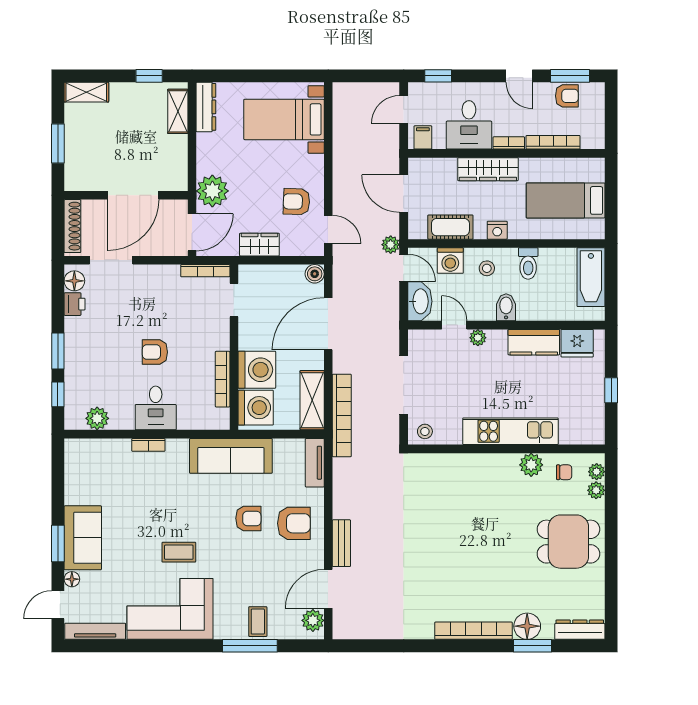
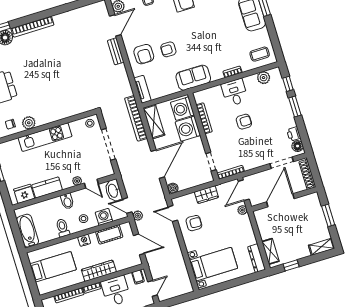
plant: (212, 191) -> (242, 210), width x0.53, depth x0.53
sofa: (231, 456) -> (193, 78), width x0.73
armchair: (294, 523) -> (144, 54), turned -90
coffee table: (179, 552) -> (260, 54), moved

